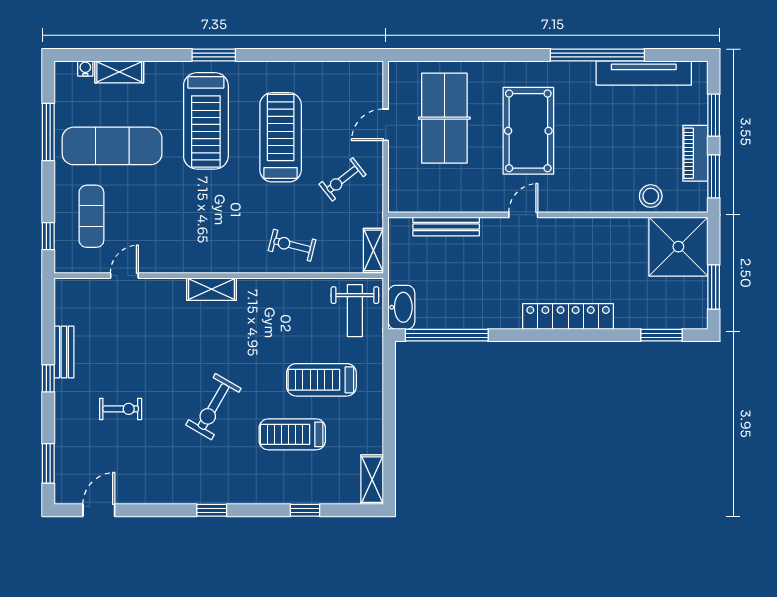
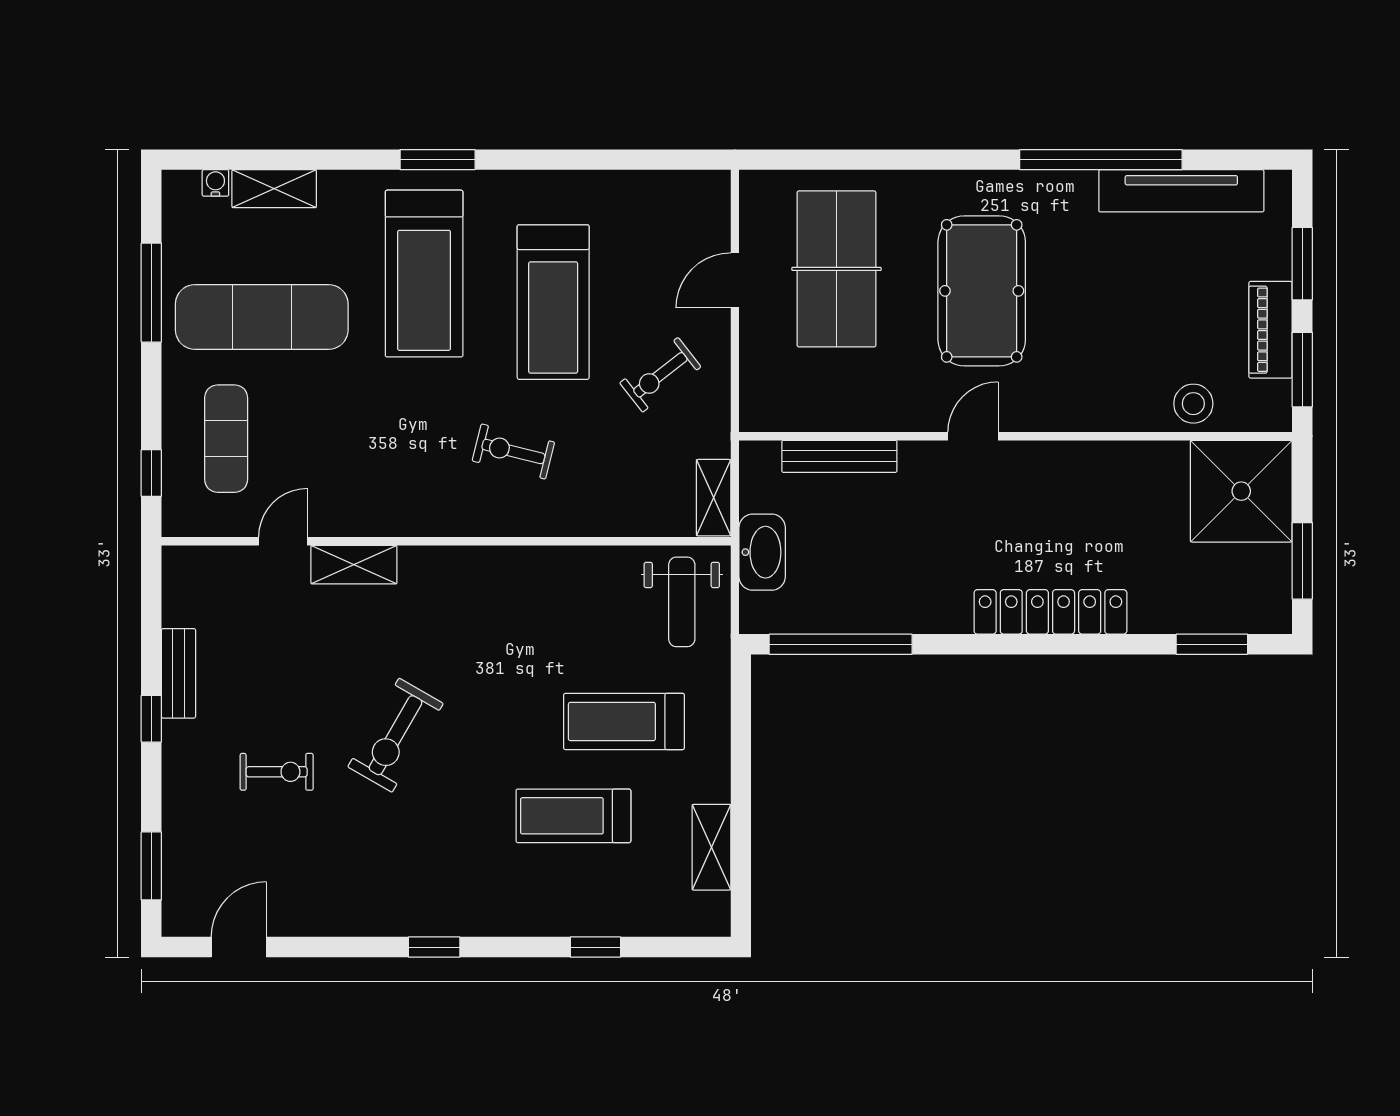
treadmill: (281, 137) -> (553, 302), turned 180
exercise bike: (292, 245) -> (513, 451), moved
shelving: (212, 289) -> (354, 565), moved
washbasin: (401, 307) -> (762, 552), moved
exercise bike: (213, 407) -> (396, 735), moved
shelving: (372, 480) -> (712, 847), moved

